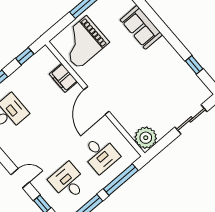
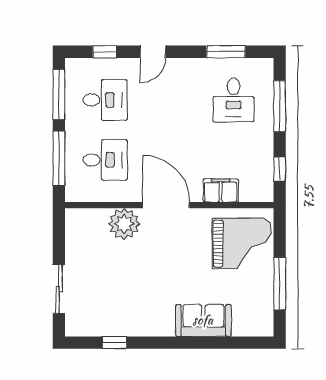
grand piano: (82, 42) -> (242, 243), turned 90
plant: (146, 138) -> (124, 224), moved
desk: (100, 154) -> (105, 160), turned 180

